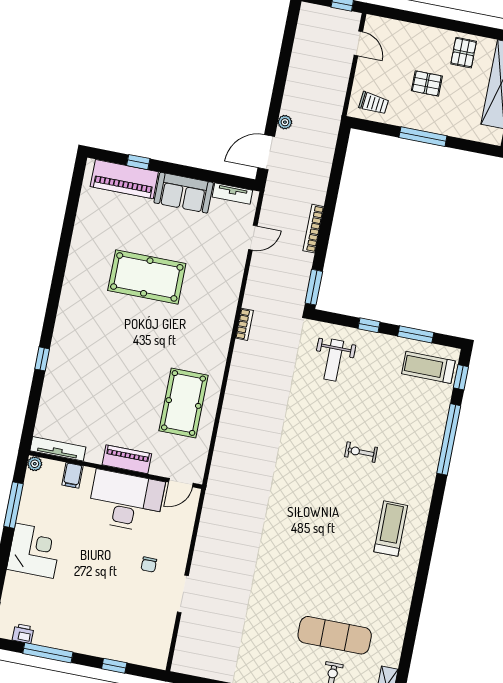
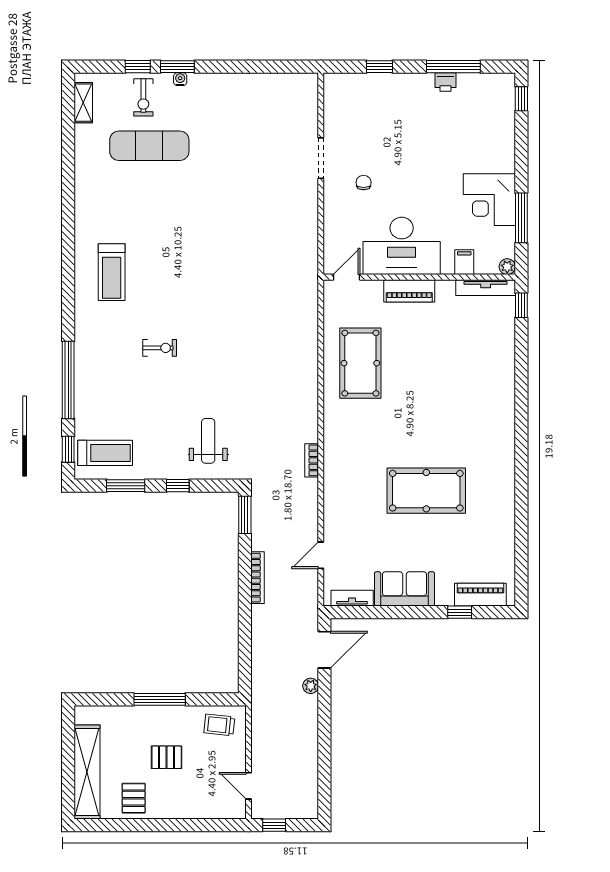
piano: (124, 179) -> (480, 595), width x0.73, depth x0.75
window: (42, 359) -> (521, 305), moved
corner desk: (34, 551) -> (489, 200), moved
printer: (23, 634) -> (445, 82), moved

